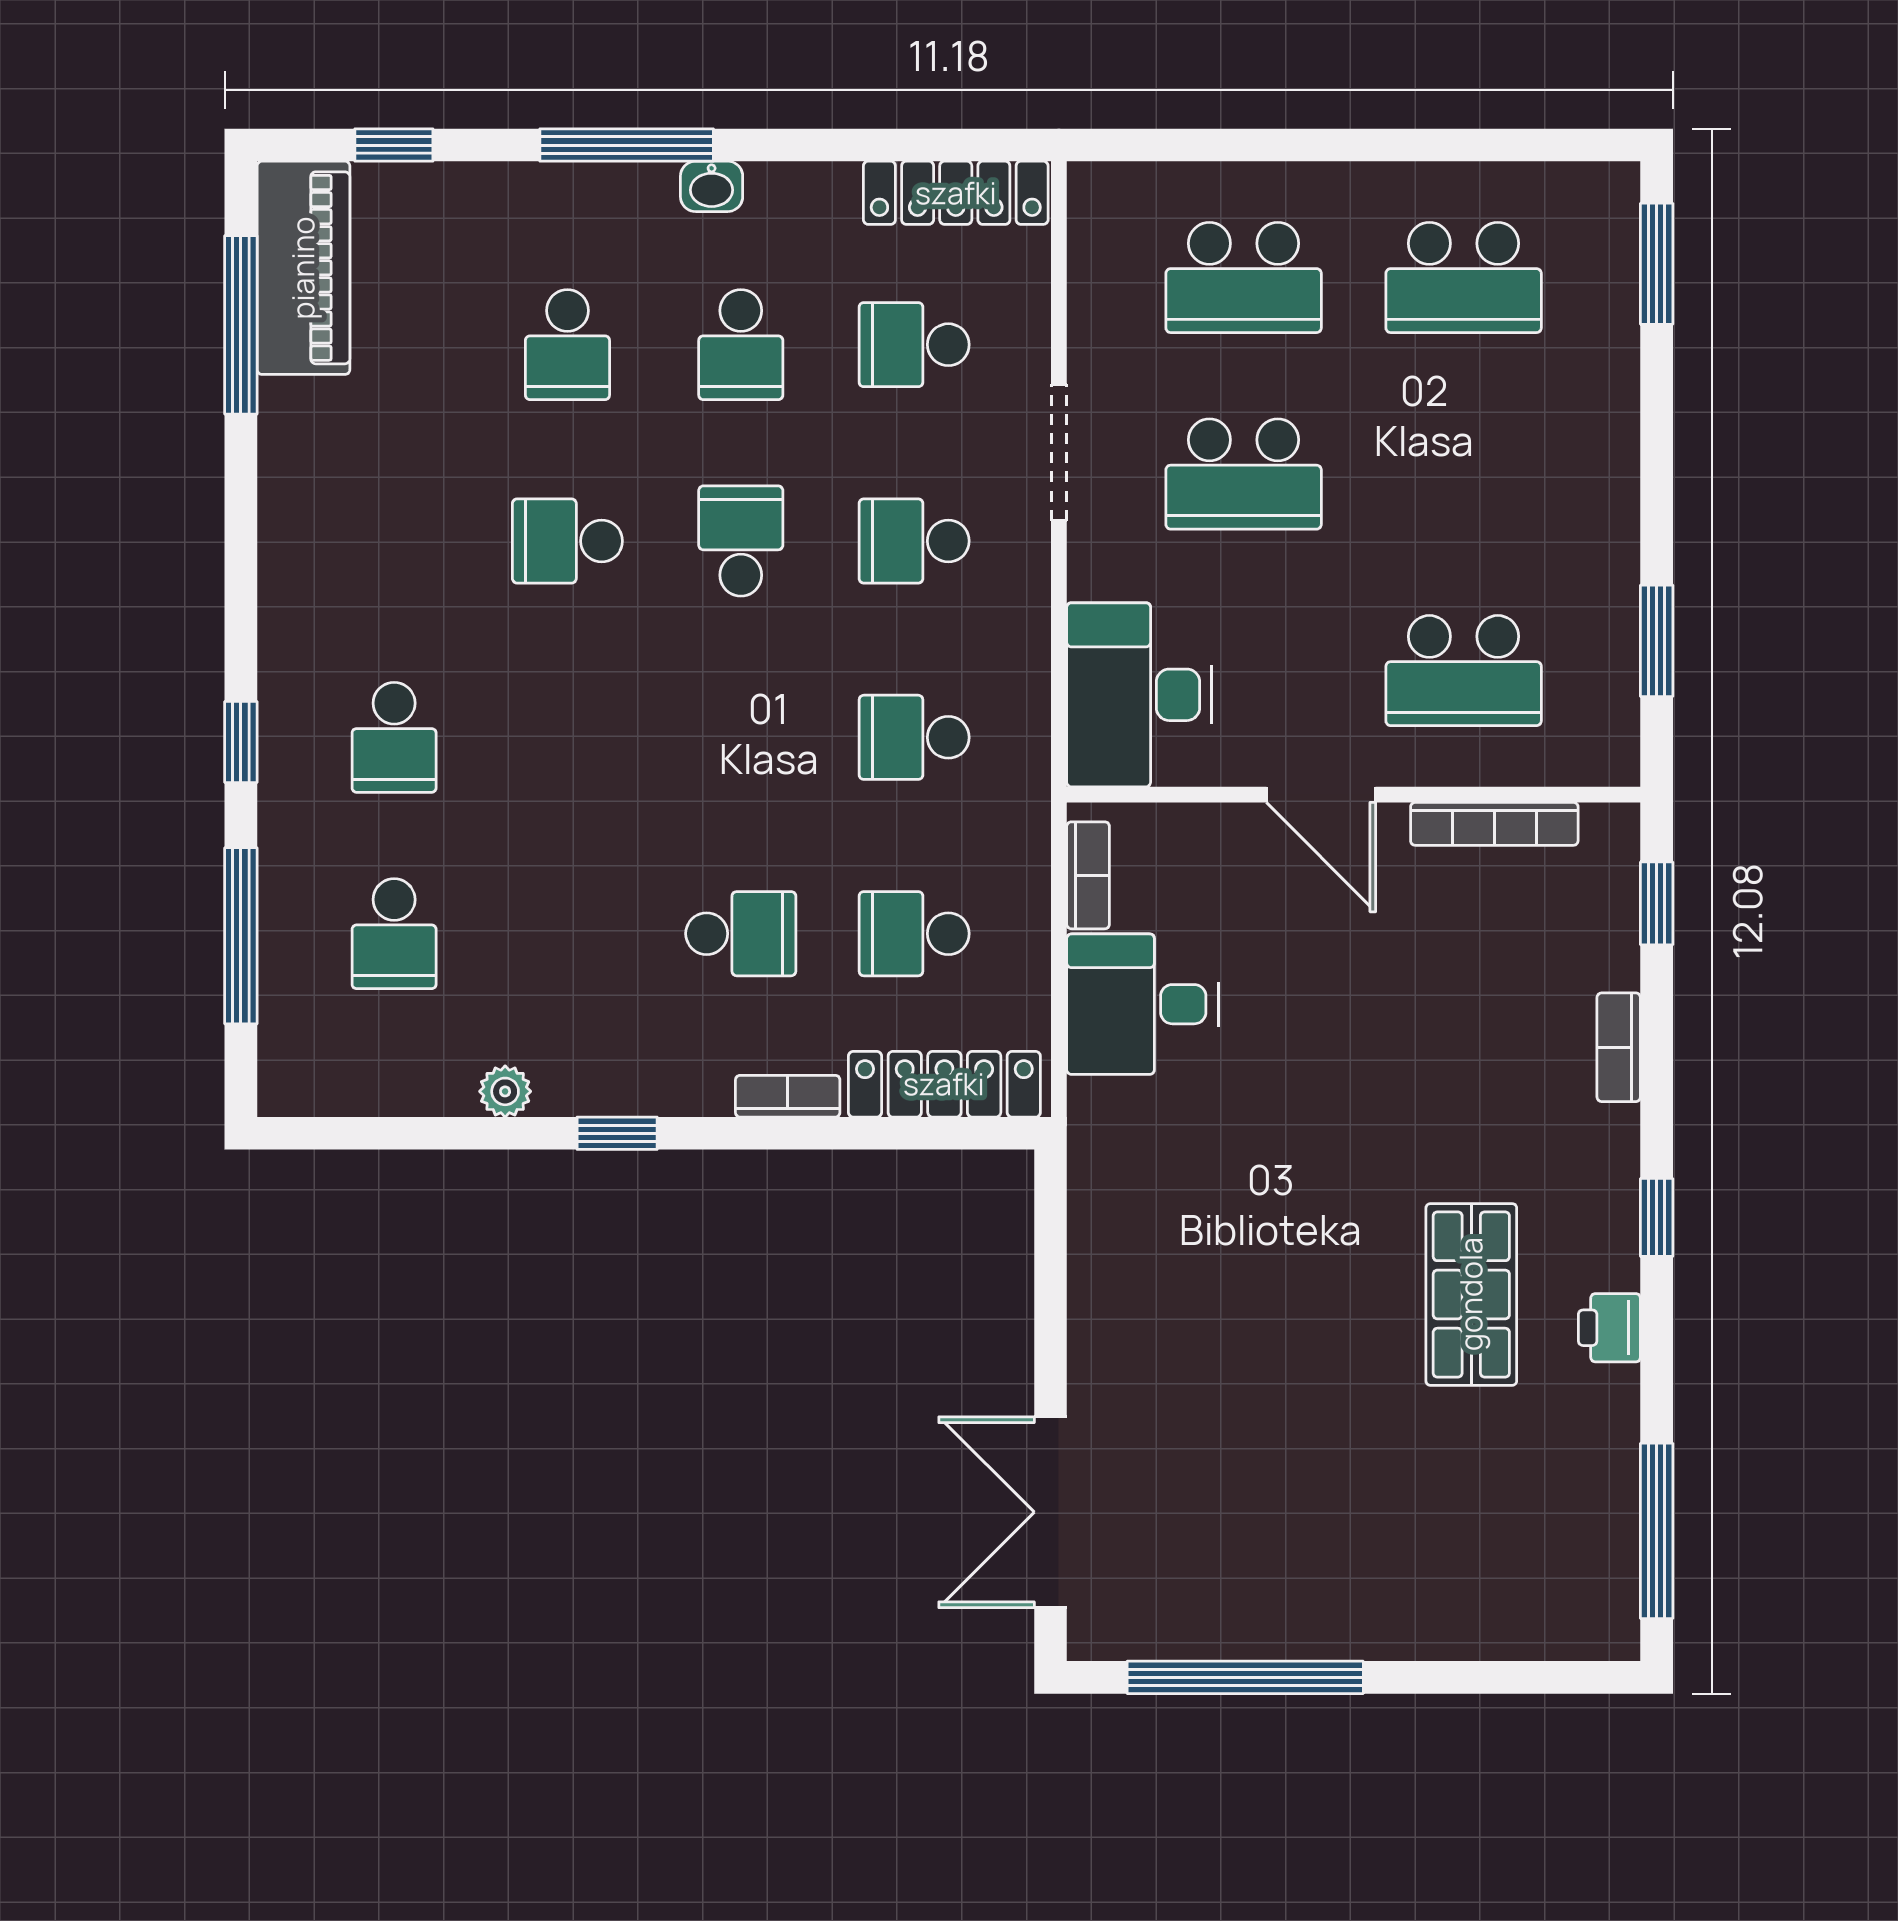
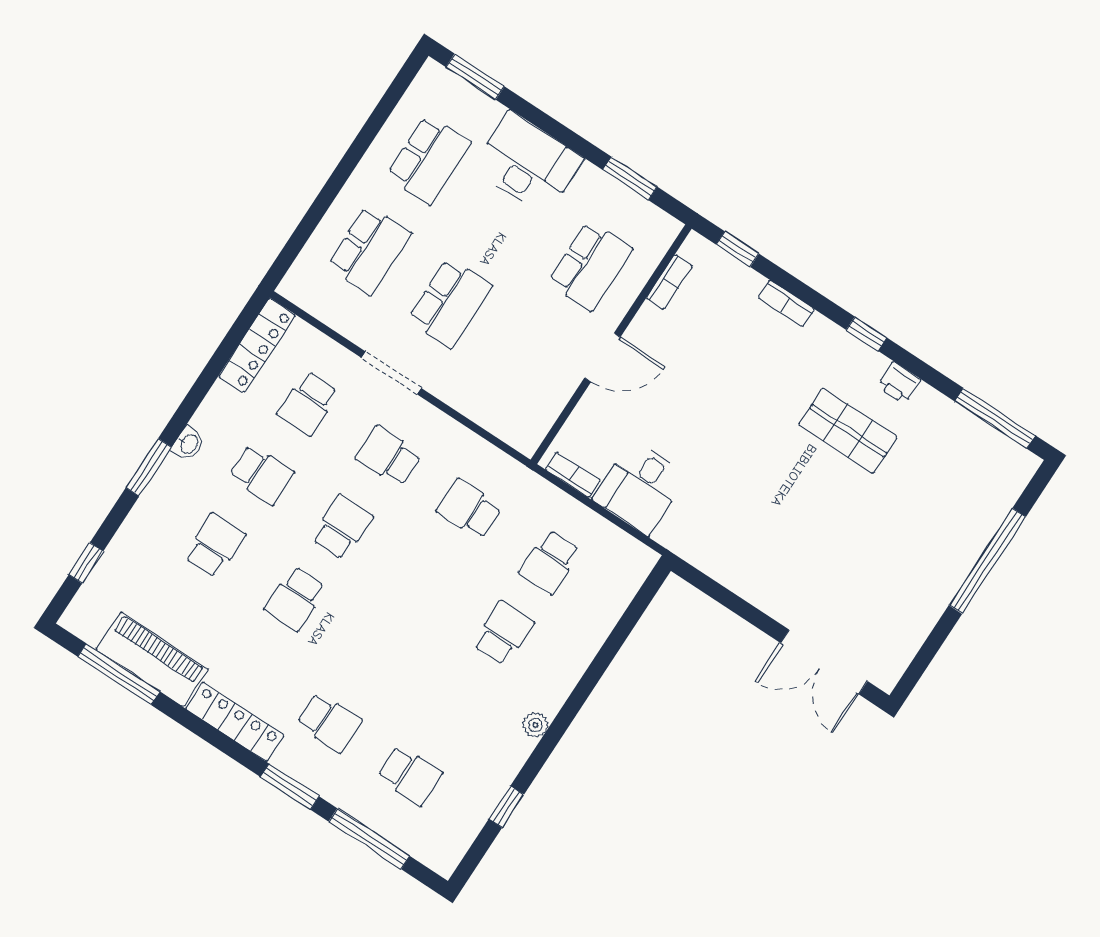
window: (627, 145) -> (149, 467), width x0.69
piano: (303, 268) -> (152, 659), moved
school desk: (567, 345) -> (215, 545), turned -90
school desk: (741, 541) -> (342, 527), turned 90
school desk: (914, 541) -> (389, 456), turned 90
desk: (1139, 695) -> (528, 163), moved, turned 180
school desk: (914, 737) -> (469, 509), turned 90
window: (241, 742) -> (290, 787), width x1.50
bookcase: (1494, 824) -> (669, 282), width x0.64
locker: (944, 1084) -> (235, 722), moved, turned 90
plant: (505, 1091) -> (535, 725), moved
bookcase: (788, 1096) -> (582, 658), removed
window: (617, 1133) -> (506, 807), moved
window: (1245, 1677) -> (987, 561), moved

